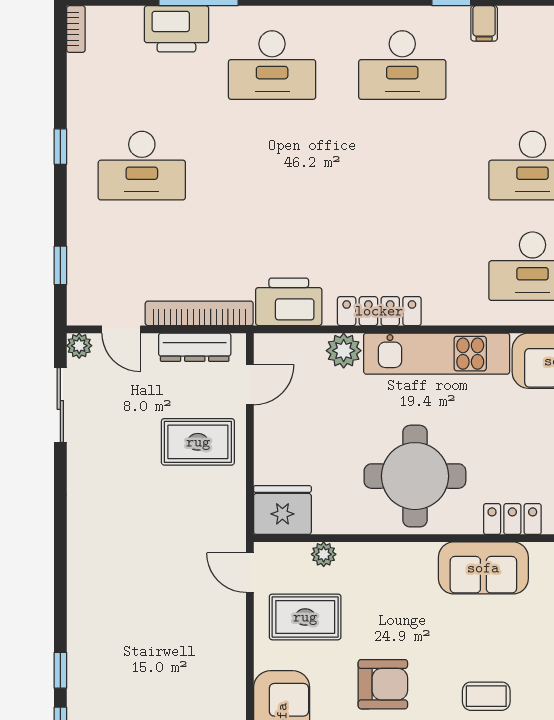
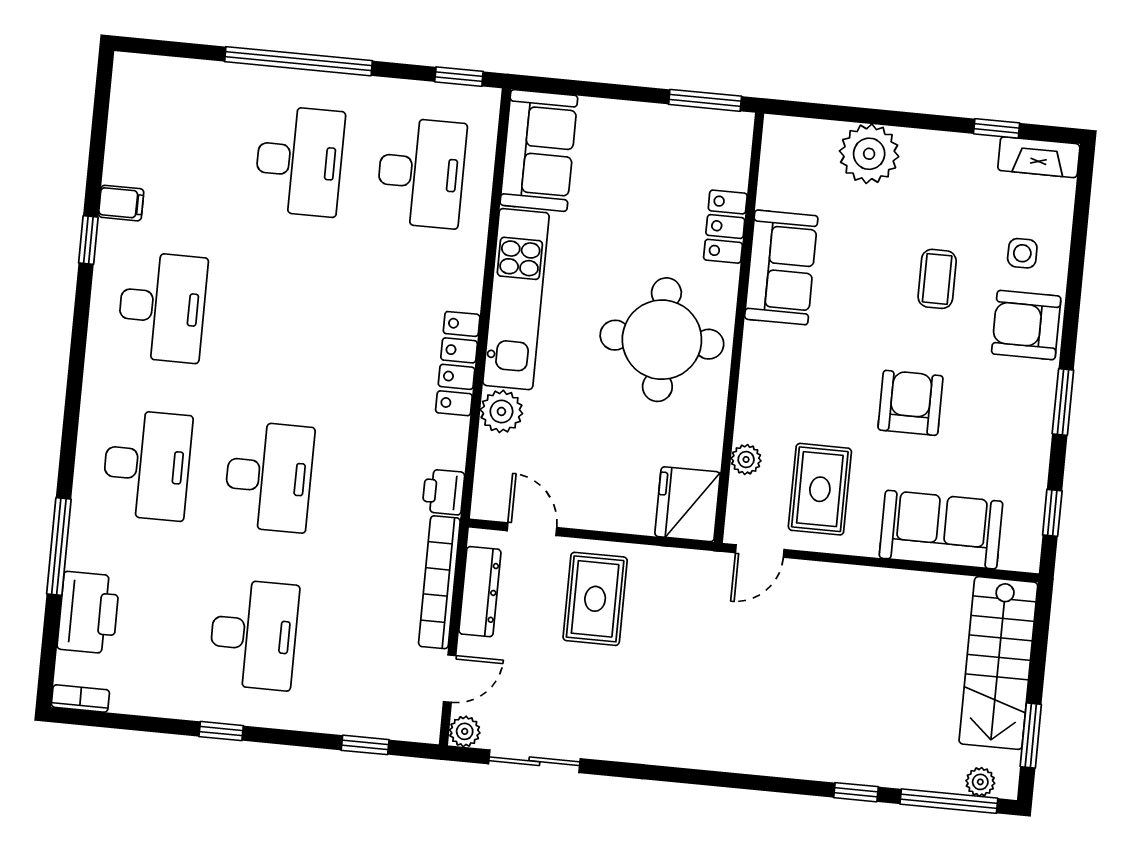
printer: (176, 29) -> (88, 613), moved
desk: (272, 166) -> (269, 477), added
printer: (289, 302) -> (443, 492), width x0.53, depth x0.68

